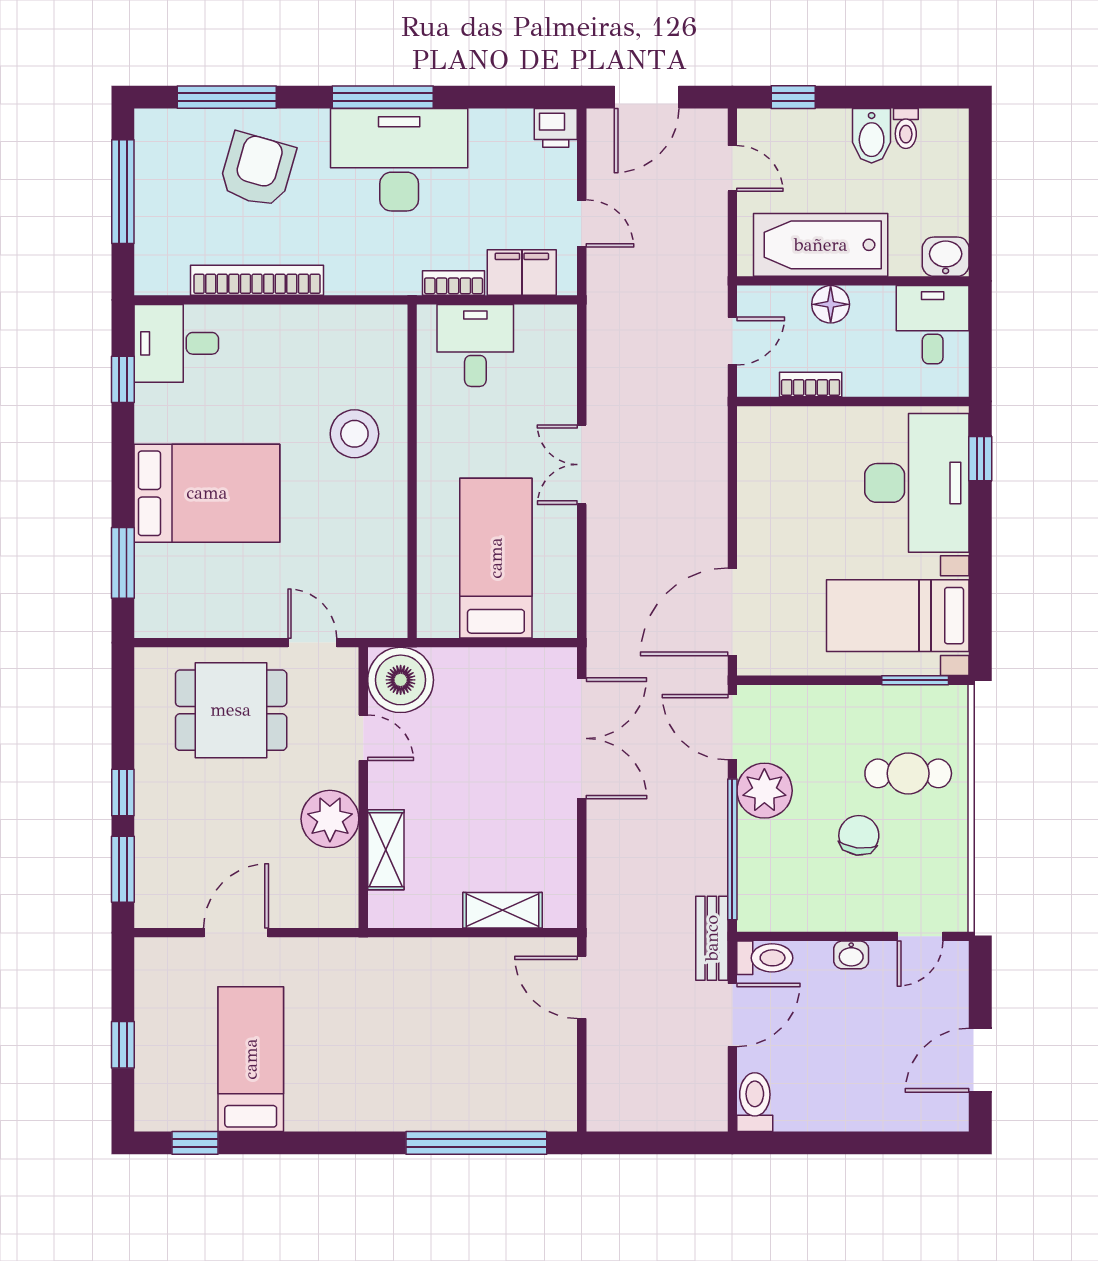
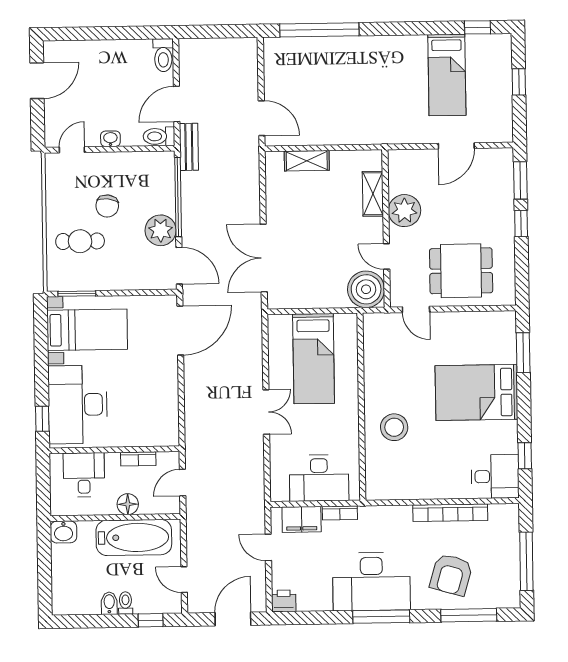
toilet: (906, 129) -> (126, 603), moved
bidet: (872, 136) -> (109, 603), width x0.72, depth x0.74
desk: (933, 325) -> (84, 475), moved, turned 180
desk: (475, 345) -> (319, 478), width x1.37

